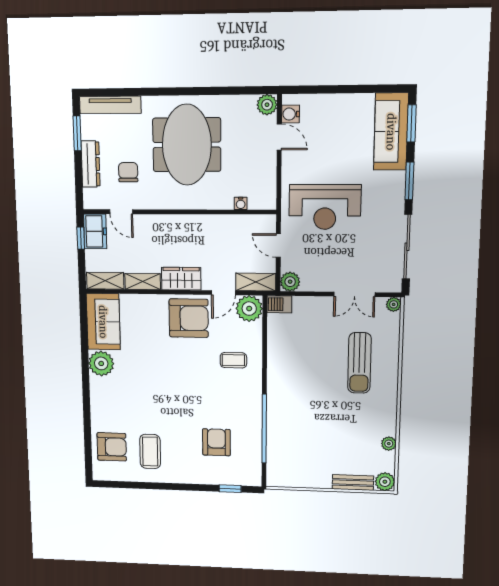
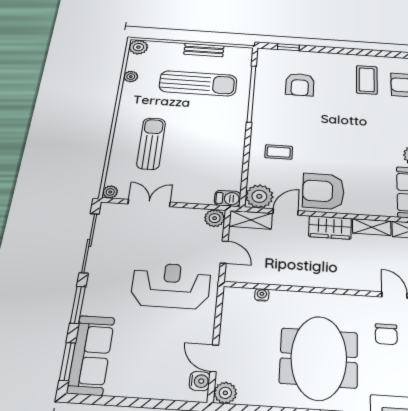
sun lounger: (319, 439) -> (198, 83), added
bench: (353, 483) -> (204, 50), moved

